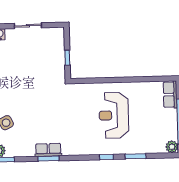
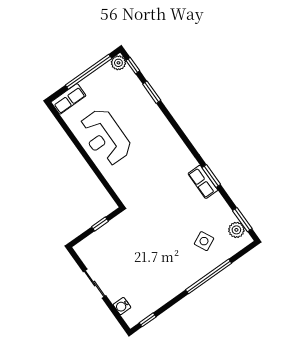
reception desk: (114, 115) -> (105, 137), moved, turned 90
window: (106, 157) -> (133, 66), moved

